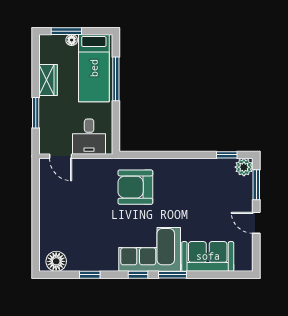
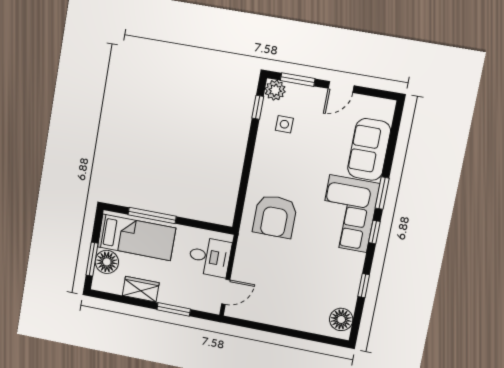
floor lamp: (72, 40) -> (107, 262), width x1.89, depth x1.89
side table: (216, 180) -> (284, 124), added

